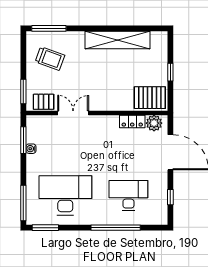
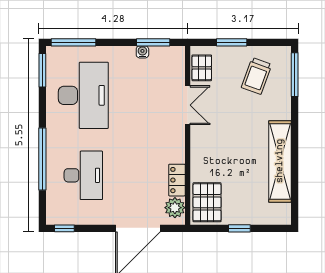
window: (23, 91) -> (232, 42), moved
window: (170, 197) -> (64, 228), moved

